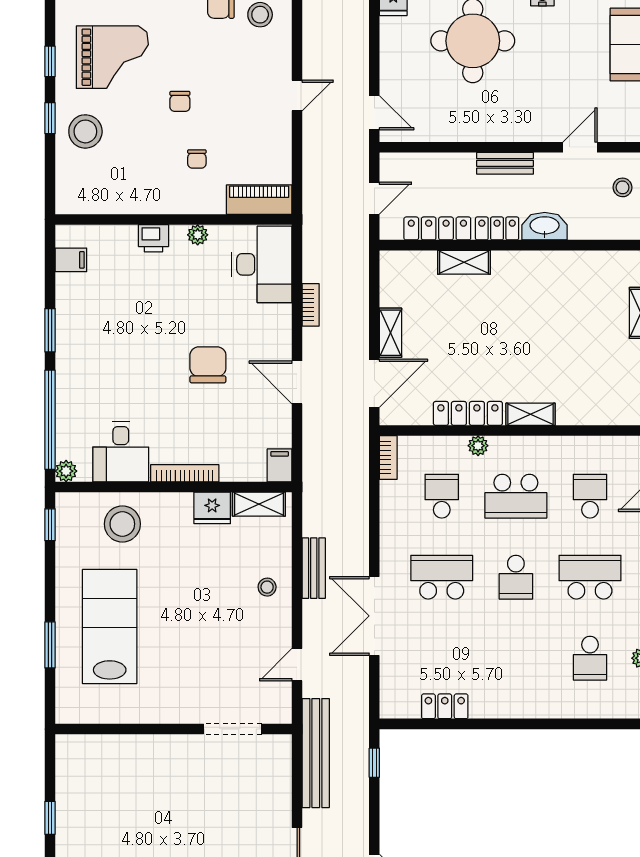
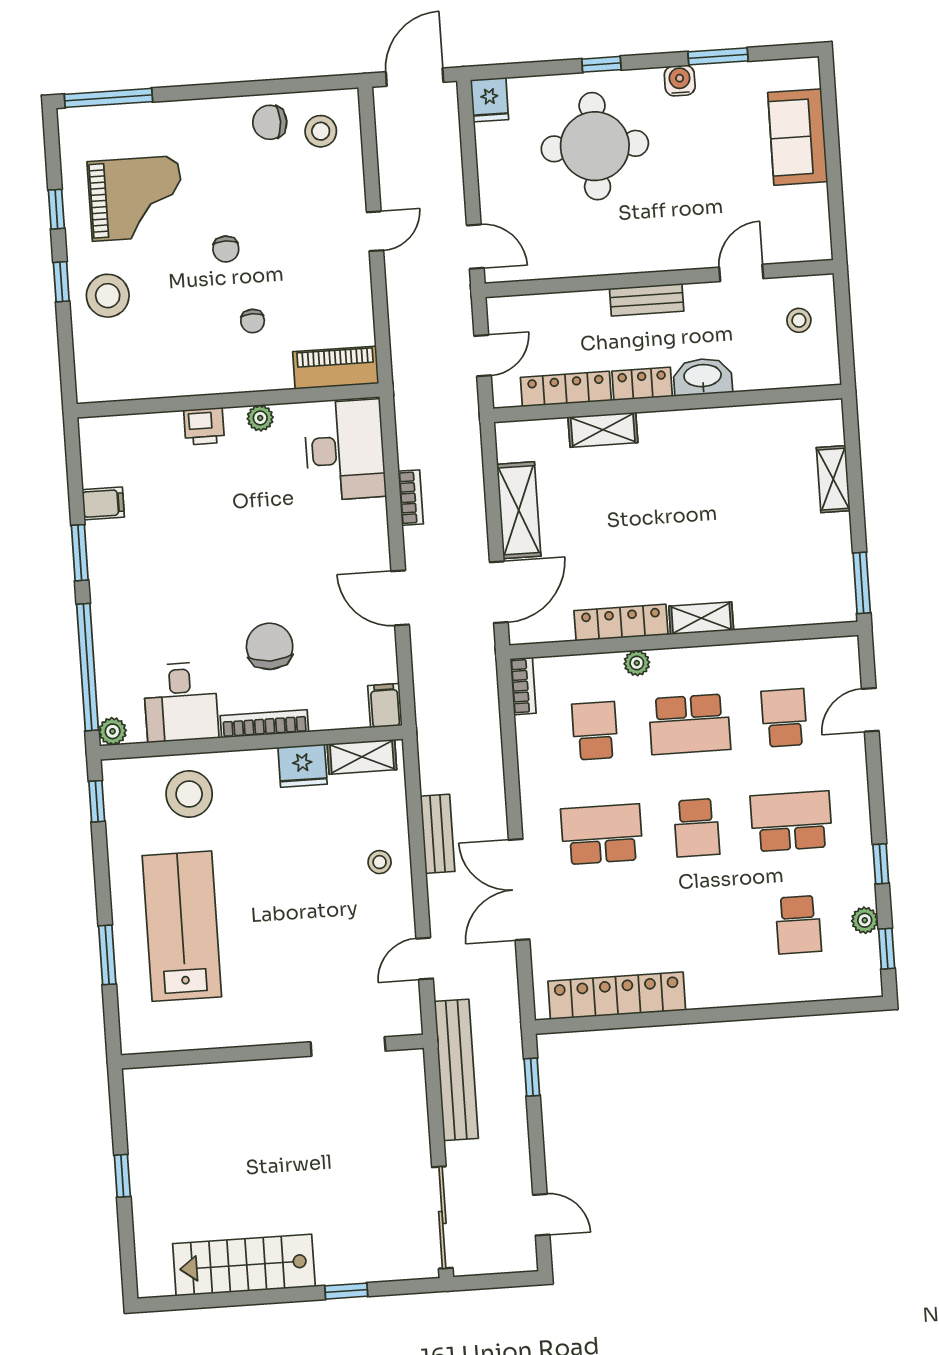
filing cabinet: (71, 260) -> (103, 503), moved
shelving: (391, 333) -> (519, 510), width x1.50, depth x1.33
chair: (208, 365) -> (270, 646), moved
locker: (445, 706) -> (617, 996), width x2.16, depth x1.21

